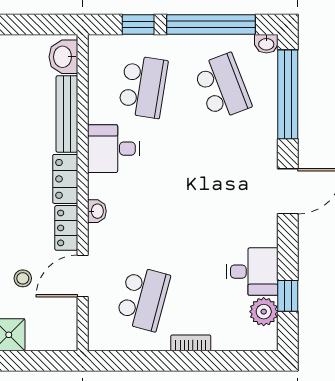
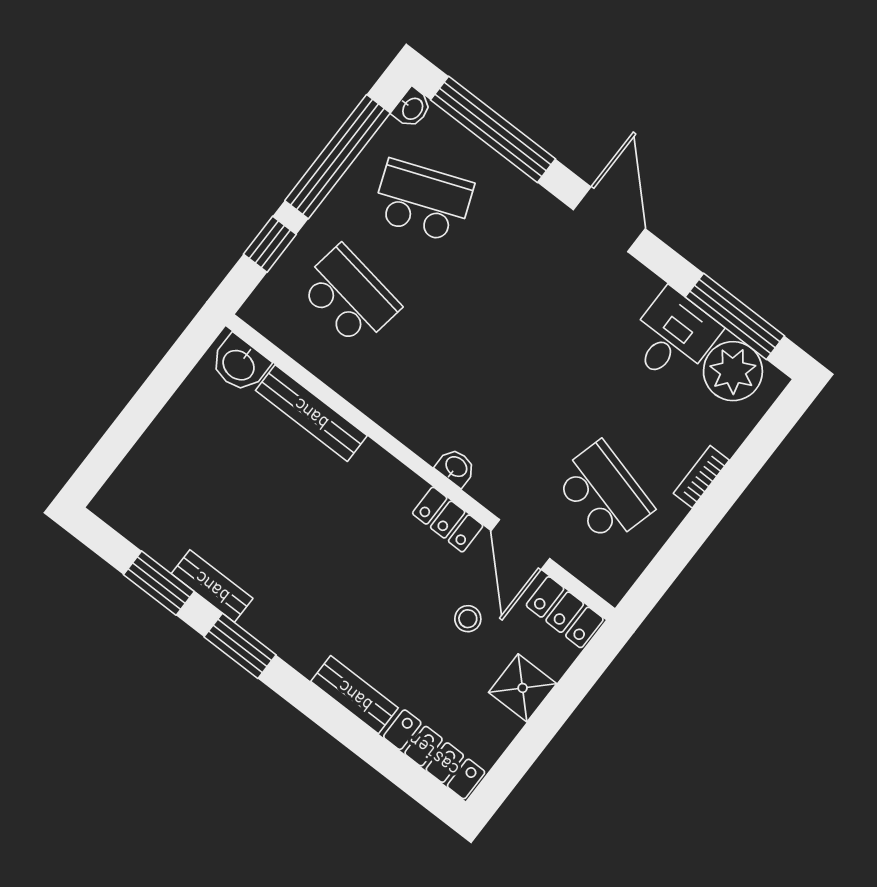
desk: (113, 149) -> (396, 389), removed
locker: (65, 179) -> (565, 612), moved
window: (288, 296) -> (735, 316), width x2.17
plant: (264, 312) -> (733, 371), width x1.36, depth x1.36

